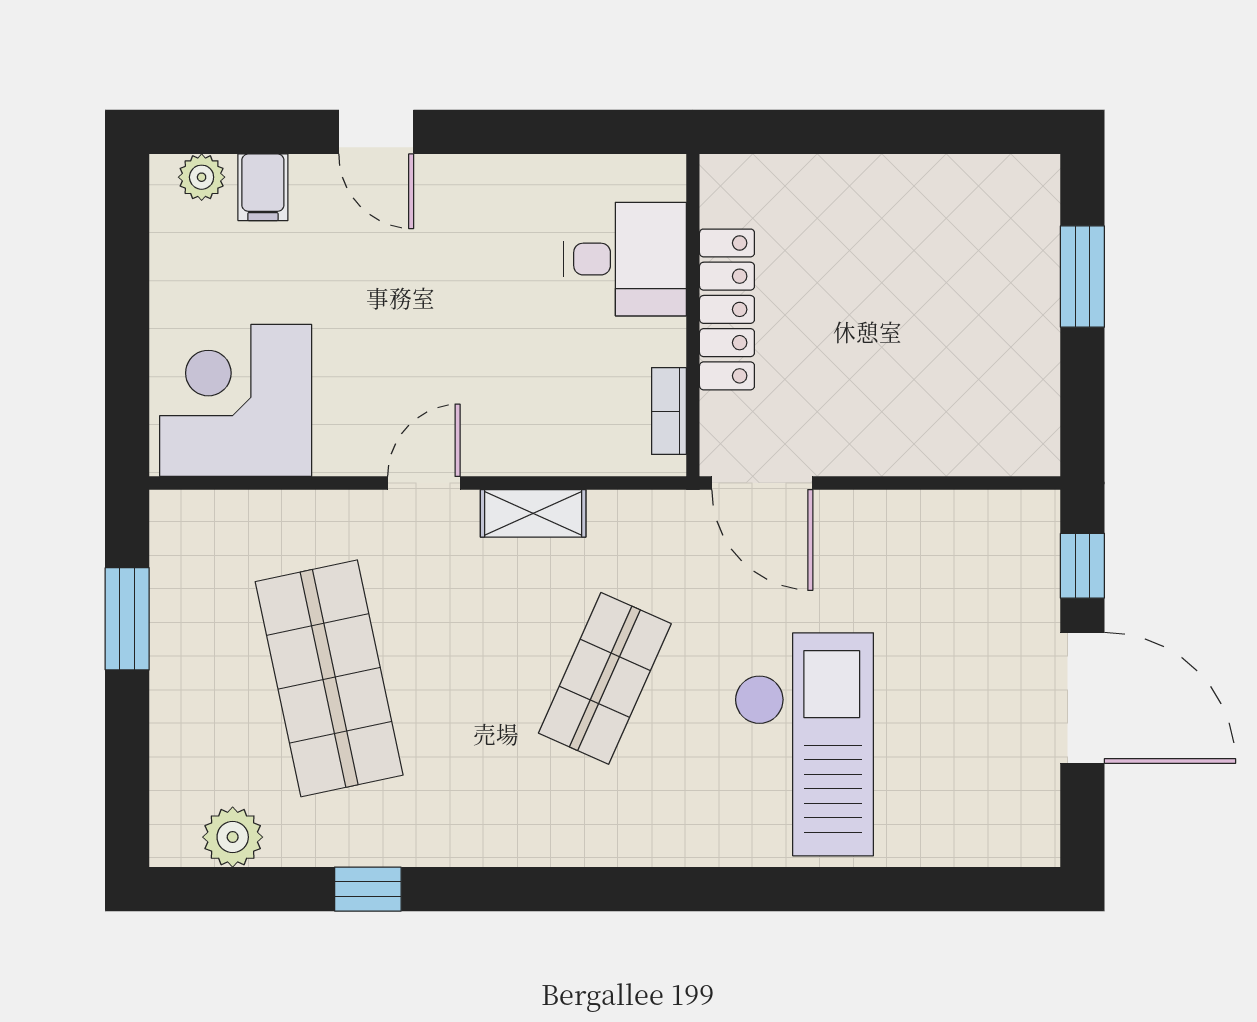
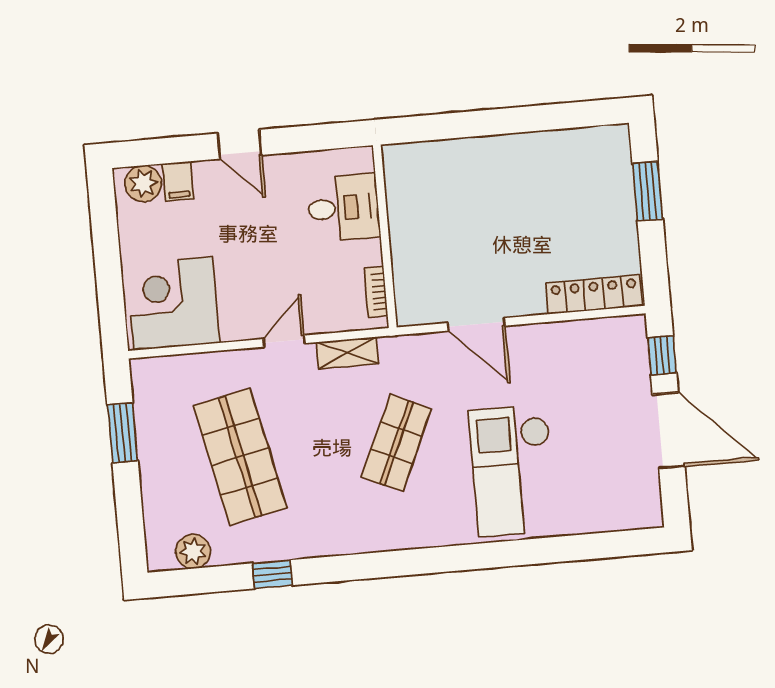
plant: (202, 177) -> (143, 184), width x1.38, depth x1.38
desk: (625, 259) -> (343, 208), moved
locker: (727, 309) -> (594, 294), moved, turned -90
wall: (693, 315) -> (385, 236), moved
bookcase: (669, 411) -> (376, 292), moved
checkout: (804, 744) -> (513, 471), turned 180

